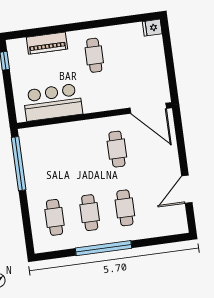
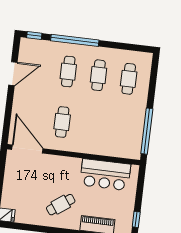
cafe table: (94, 55) -> (61, 205), turned 54
window: (174, 239) -> (34, 35), added
window: (104, 248) -> (75, 40), moved

